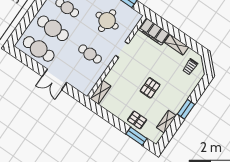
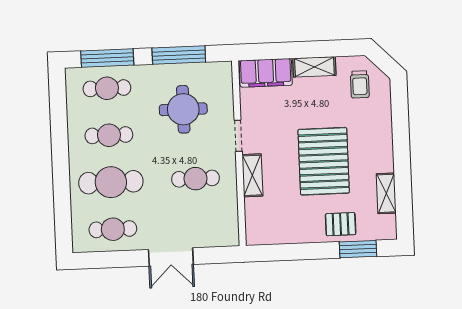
cafe table: (39, 49) -> (113, 229), width x0.73, depth x0.74
pallet: (150, 88) -> (324, 161), width x2.05, depth x2.00
shelving: (100, 92) -> (252, 175), moved
window: (186, 109) -> (402, 153), removed

